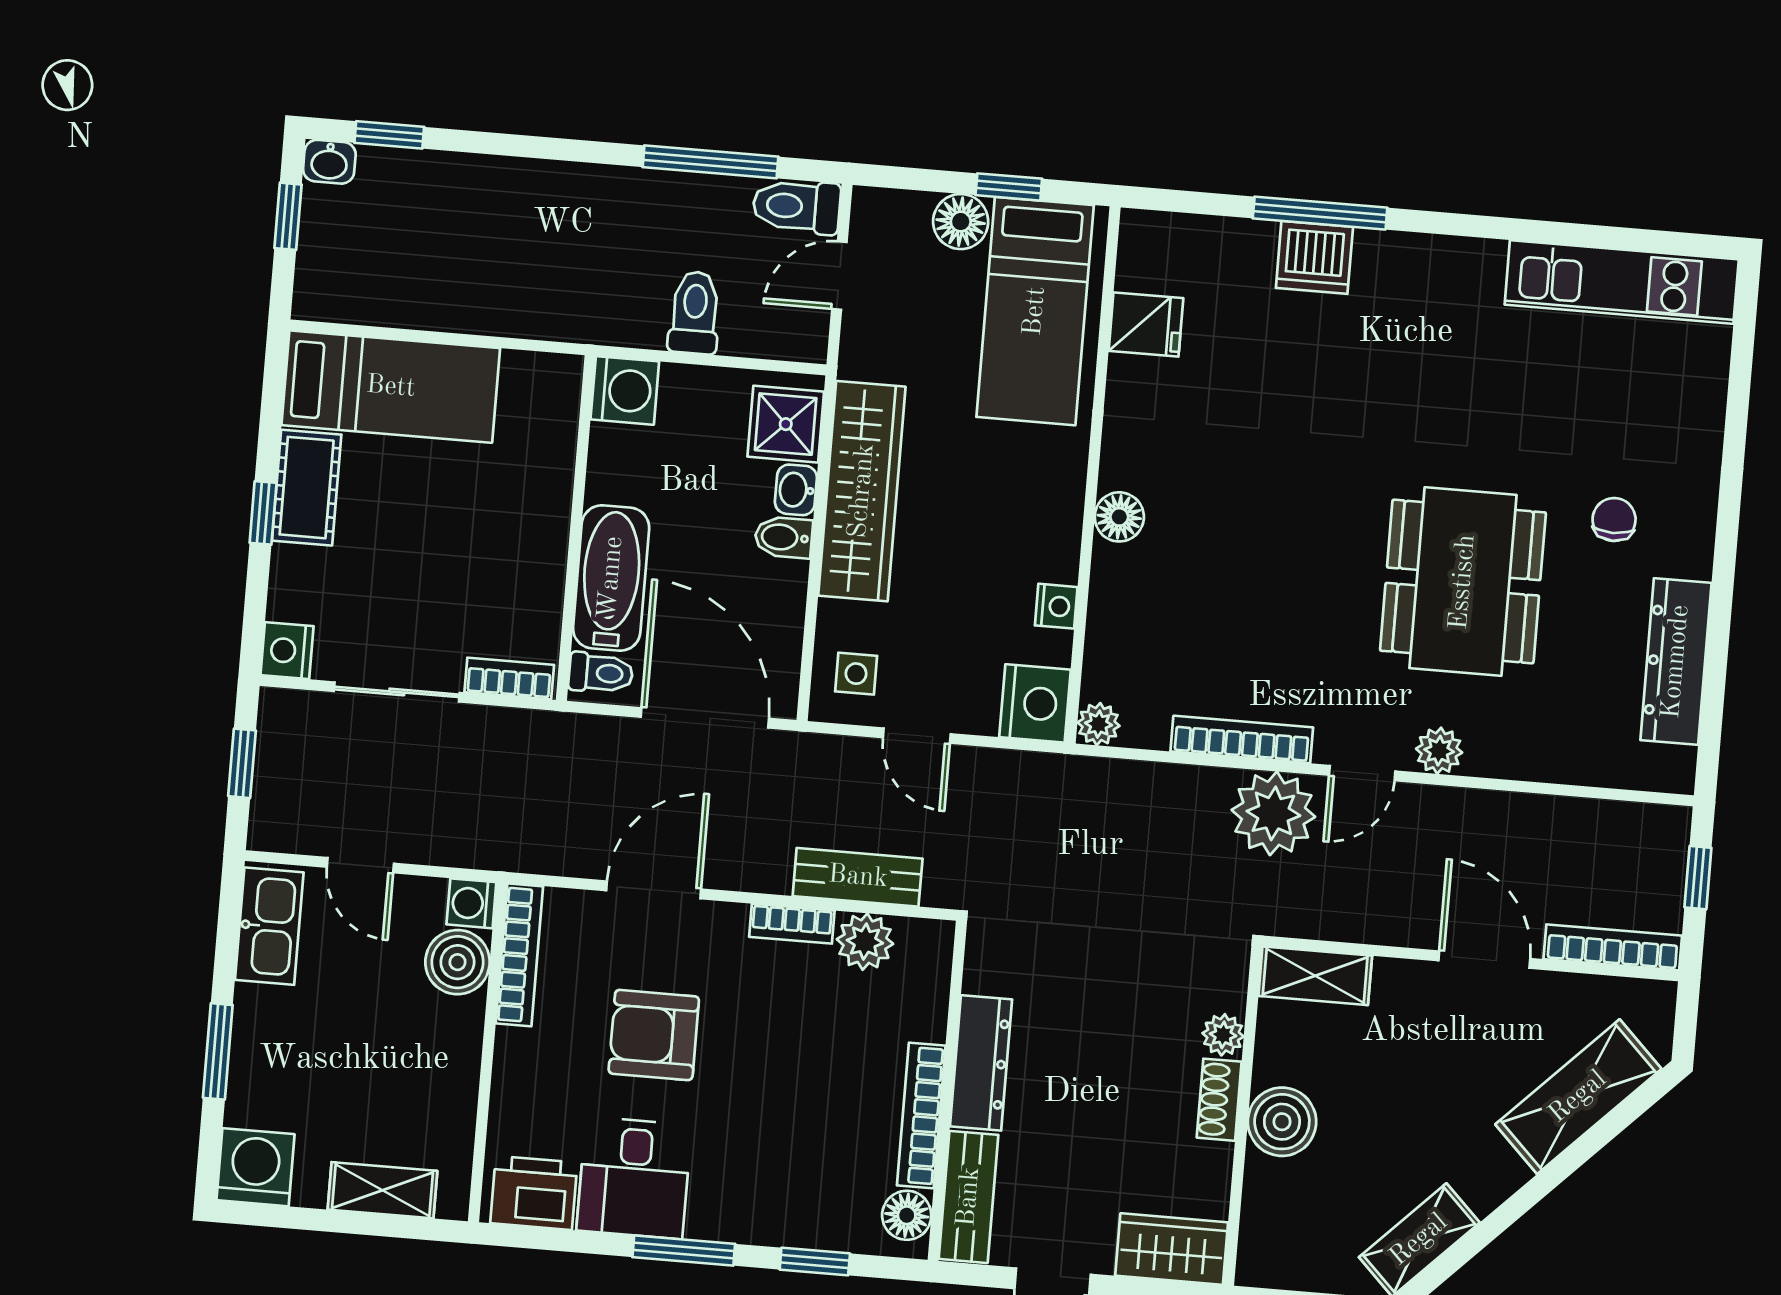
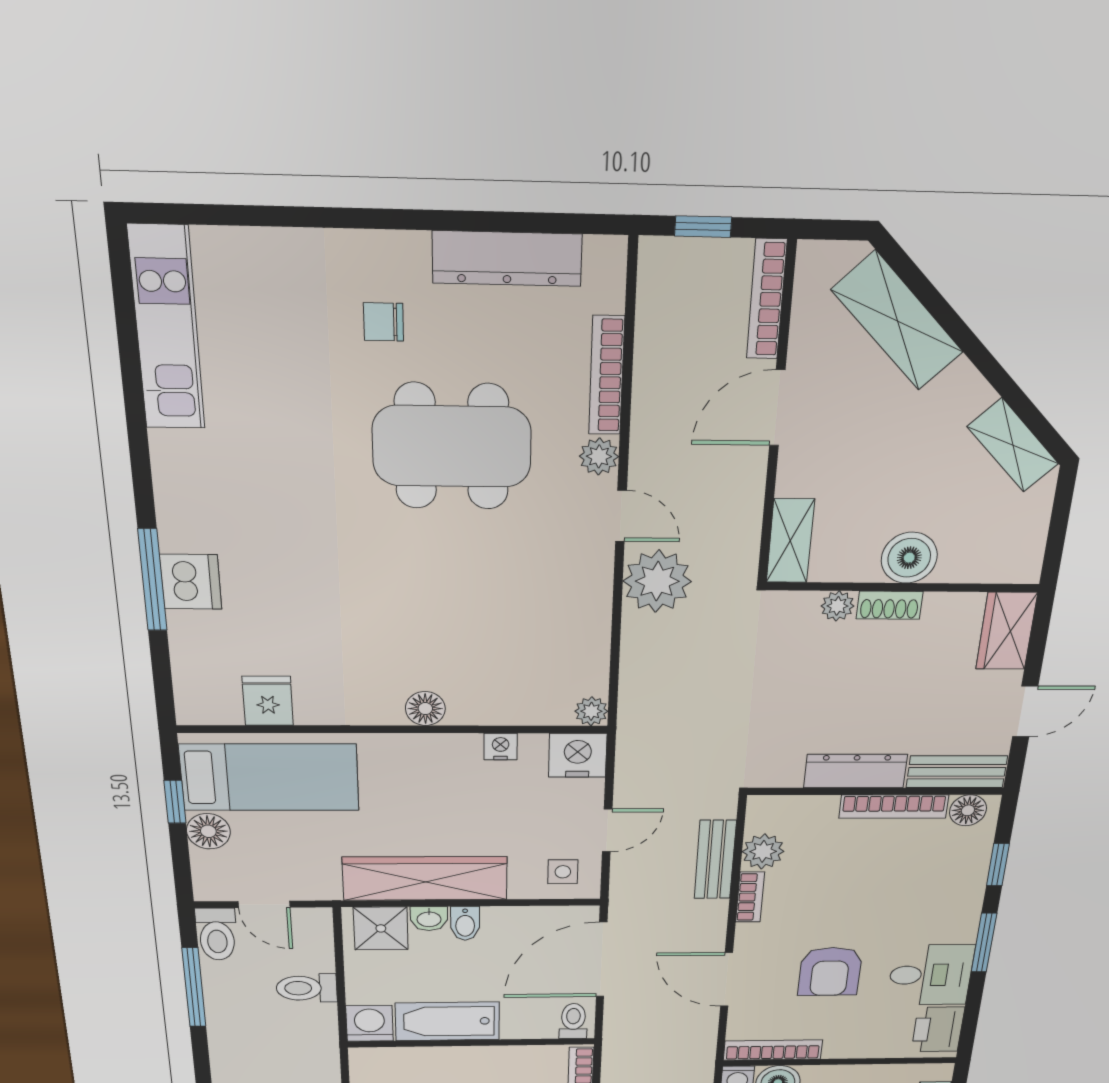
bathtub: (611, 578) -> (448, 1021), moved
bookcase: (1242, 739) -> (607, 376), moved

